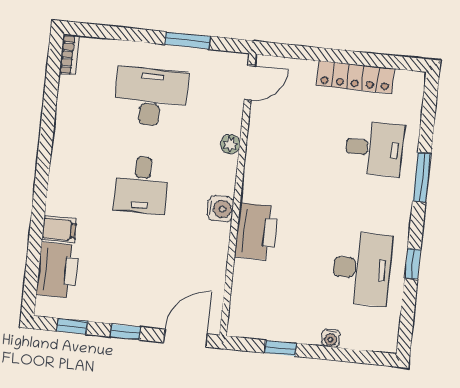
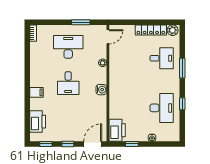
plant: (408, 83) -> (173, 30), added
filing cabinet: (59, 229) -> (36, 92), moved
printer: (256, 232) -> (117, 130), moved

